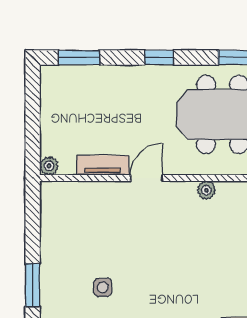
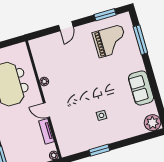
window: (33, 285) -> (99, 150), moved

